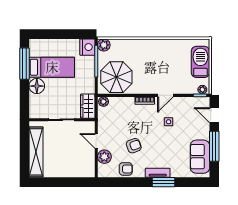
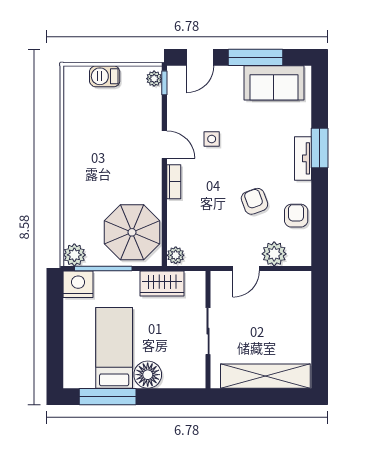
barbecue: (200, 62) -> (105, 76), width x0.53, depth x0.65
wardrobe: (88, 106) -> (162, 284), moved

